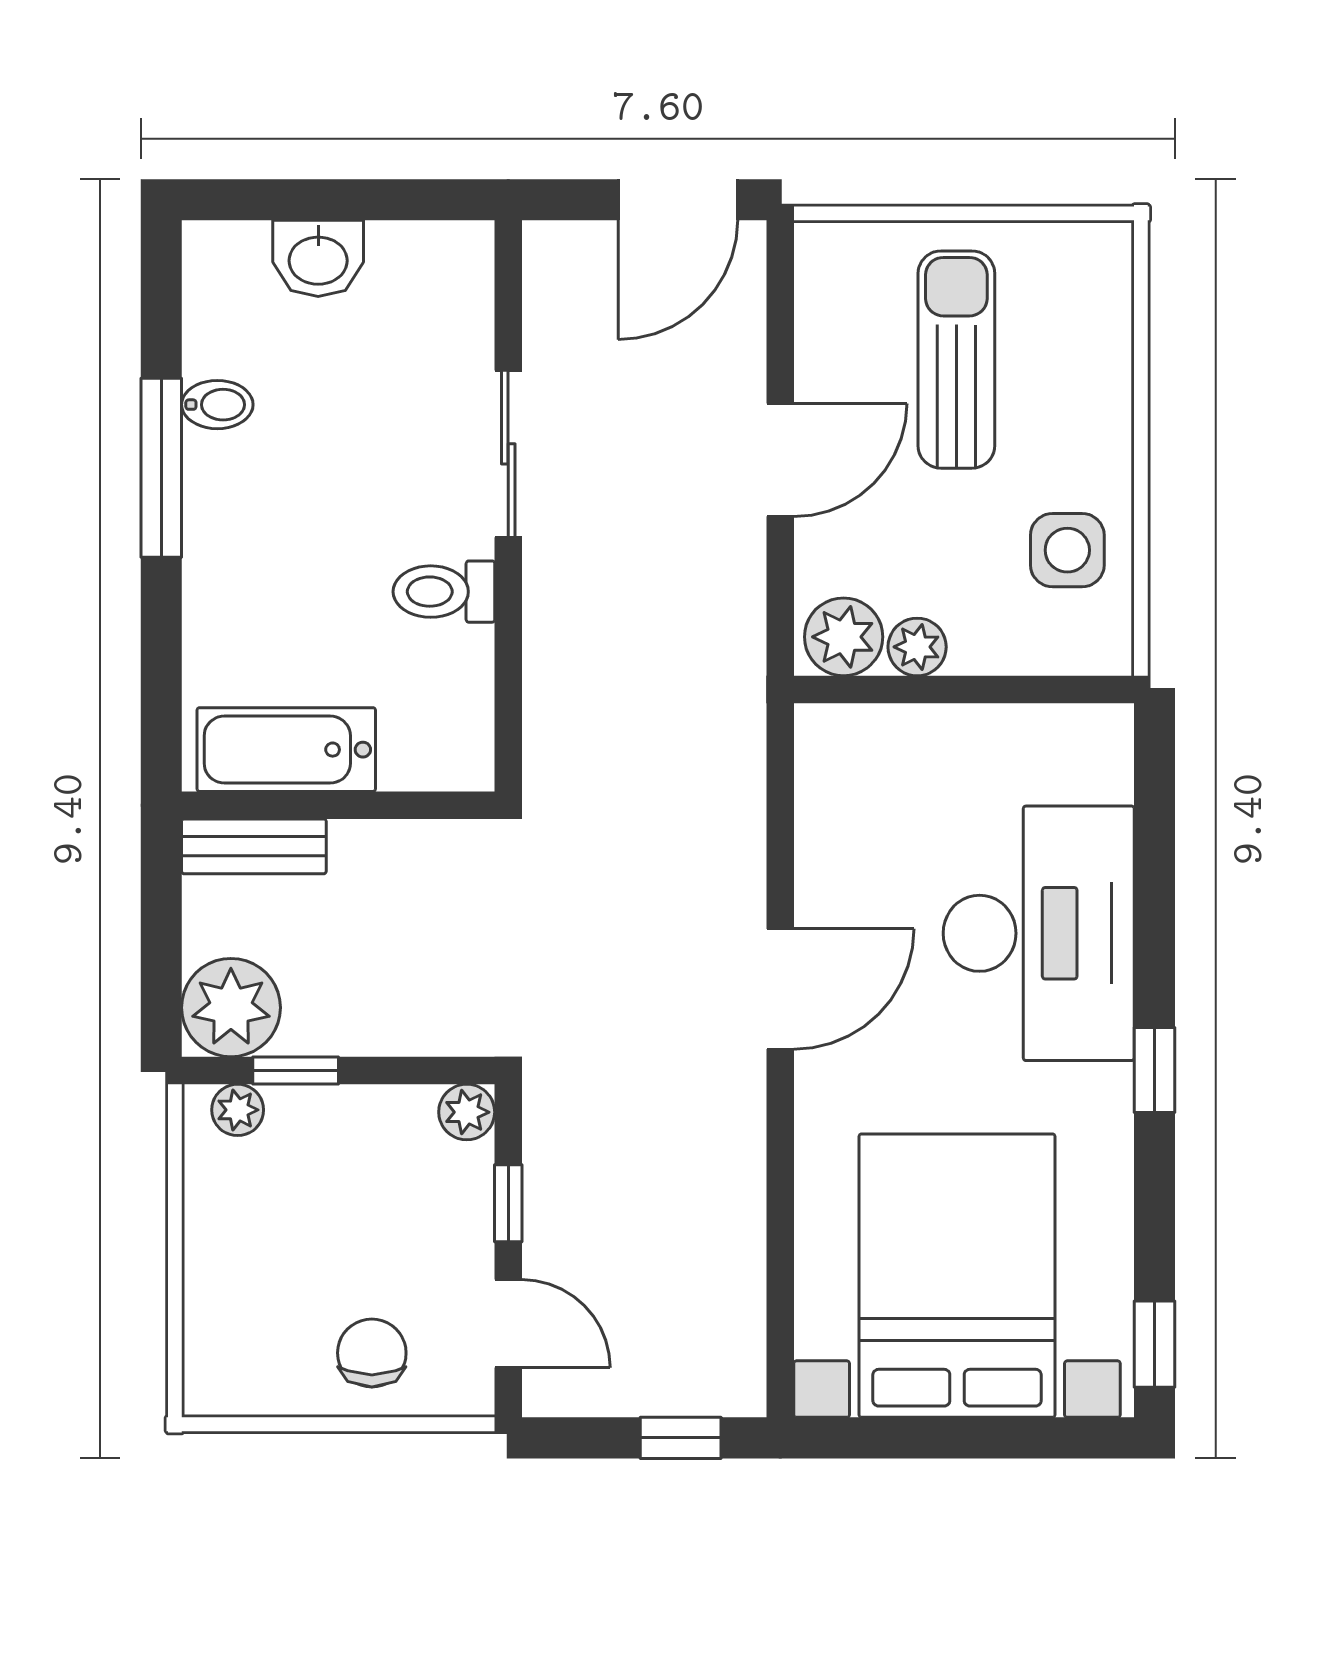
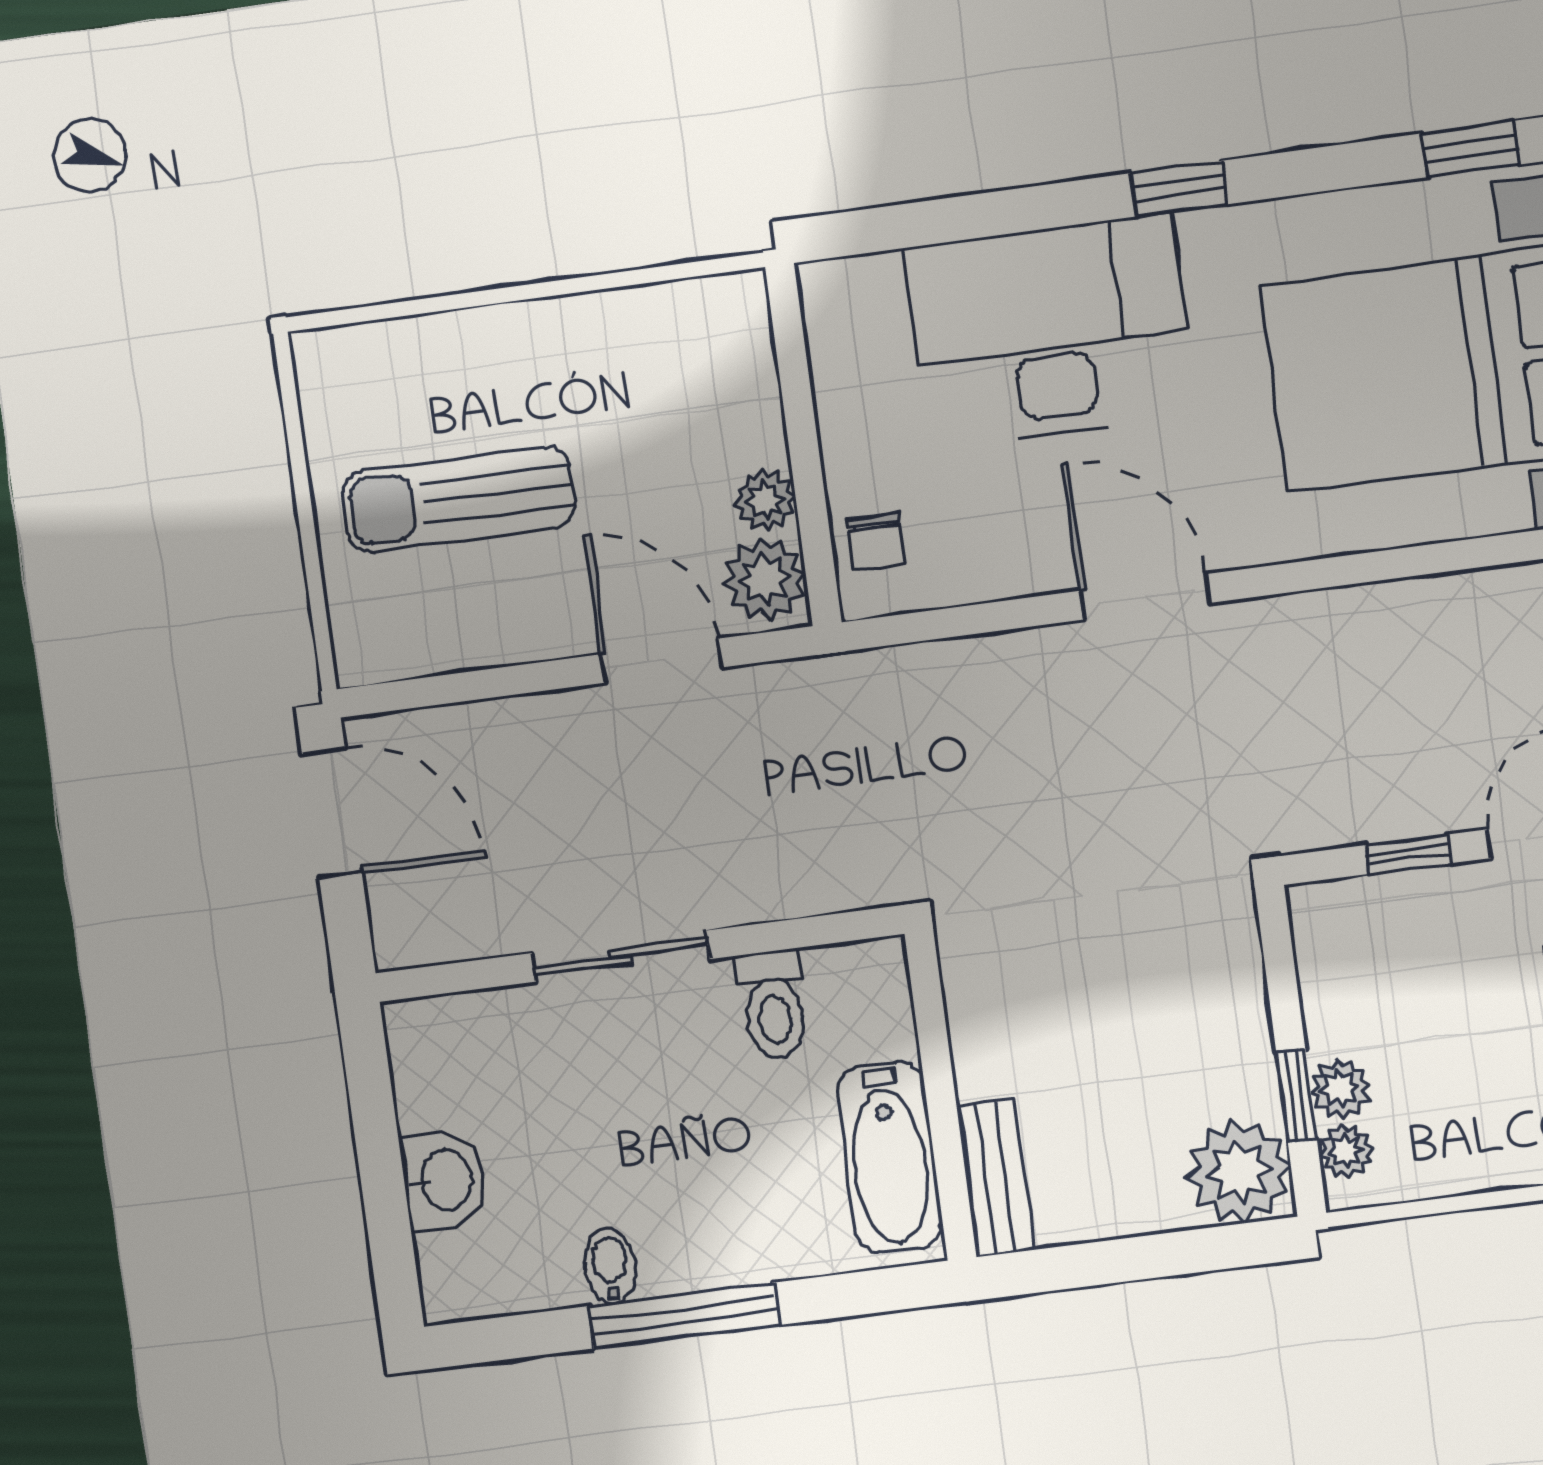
door: (780, 460) -> (661, 661), moved
side table: (1067, 550) -> (642, 355), removed
chair: (865, 746) -> (876, 542), added
bathtub: (286, 750) -> (889, 1157), moved
wall: (338, 805) -> (940, 1096), moved
bench: (254, 846) -> (995, 1178), moved
plant: (467, 1112) -> (1340, 1089), moved

